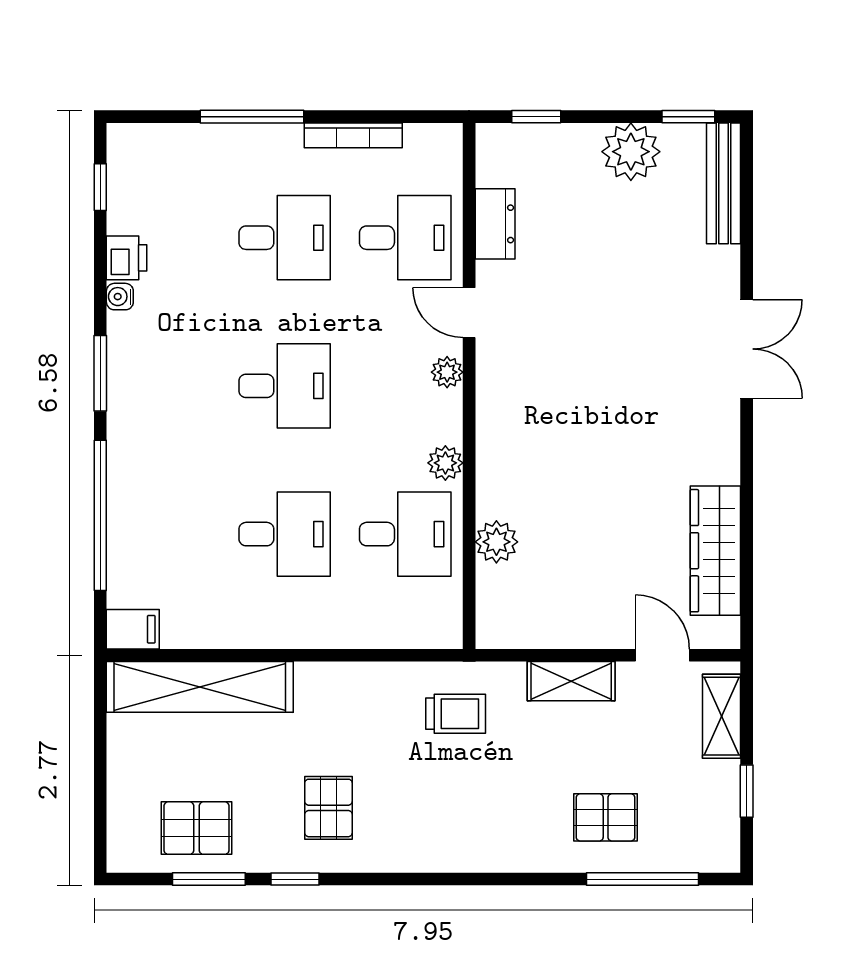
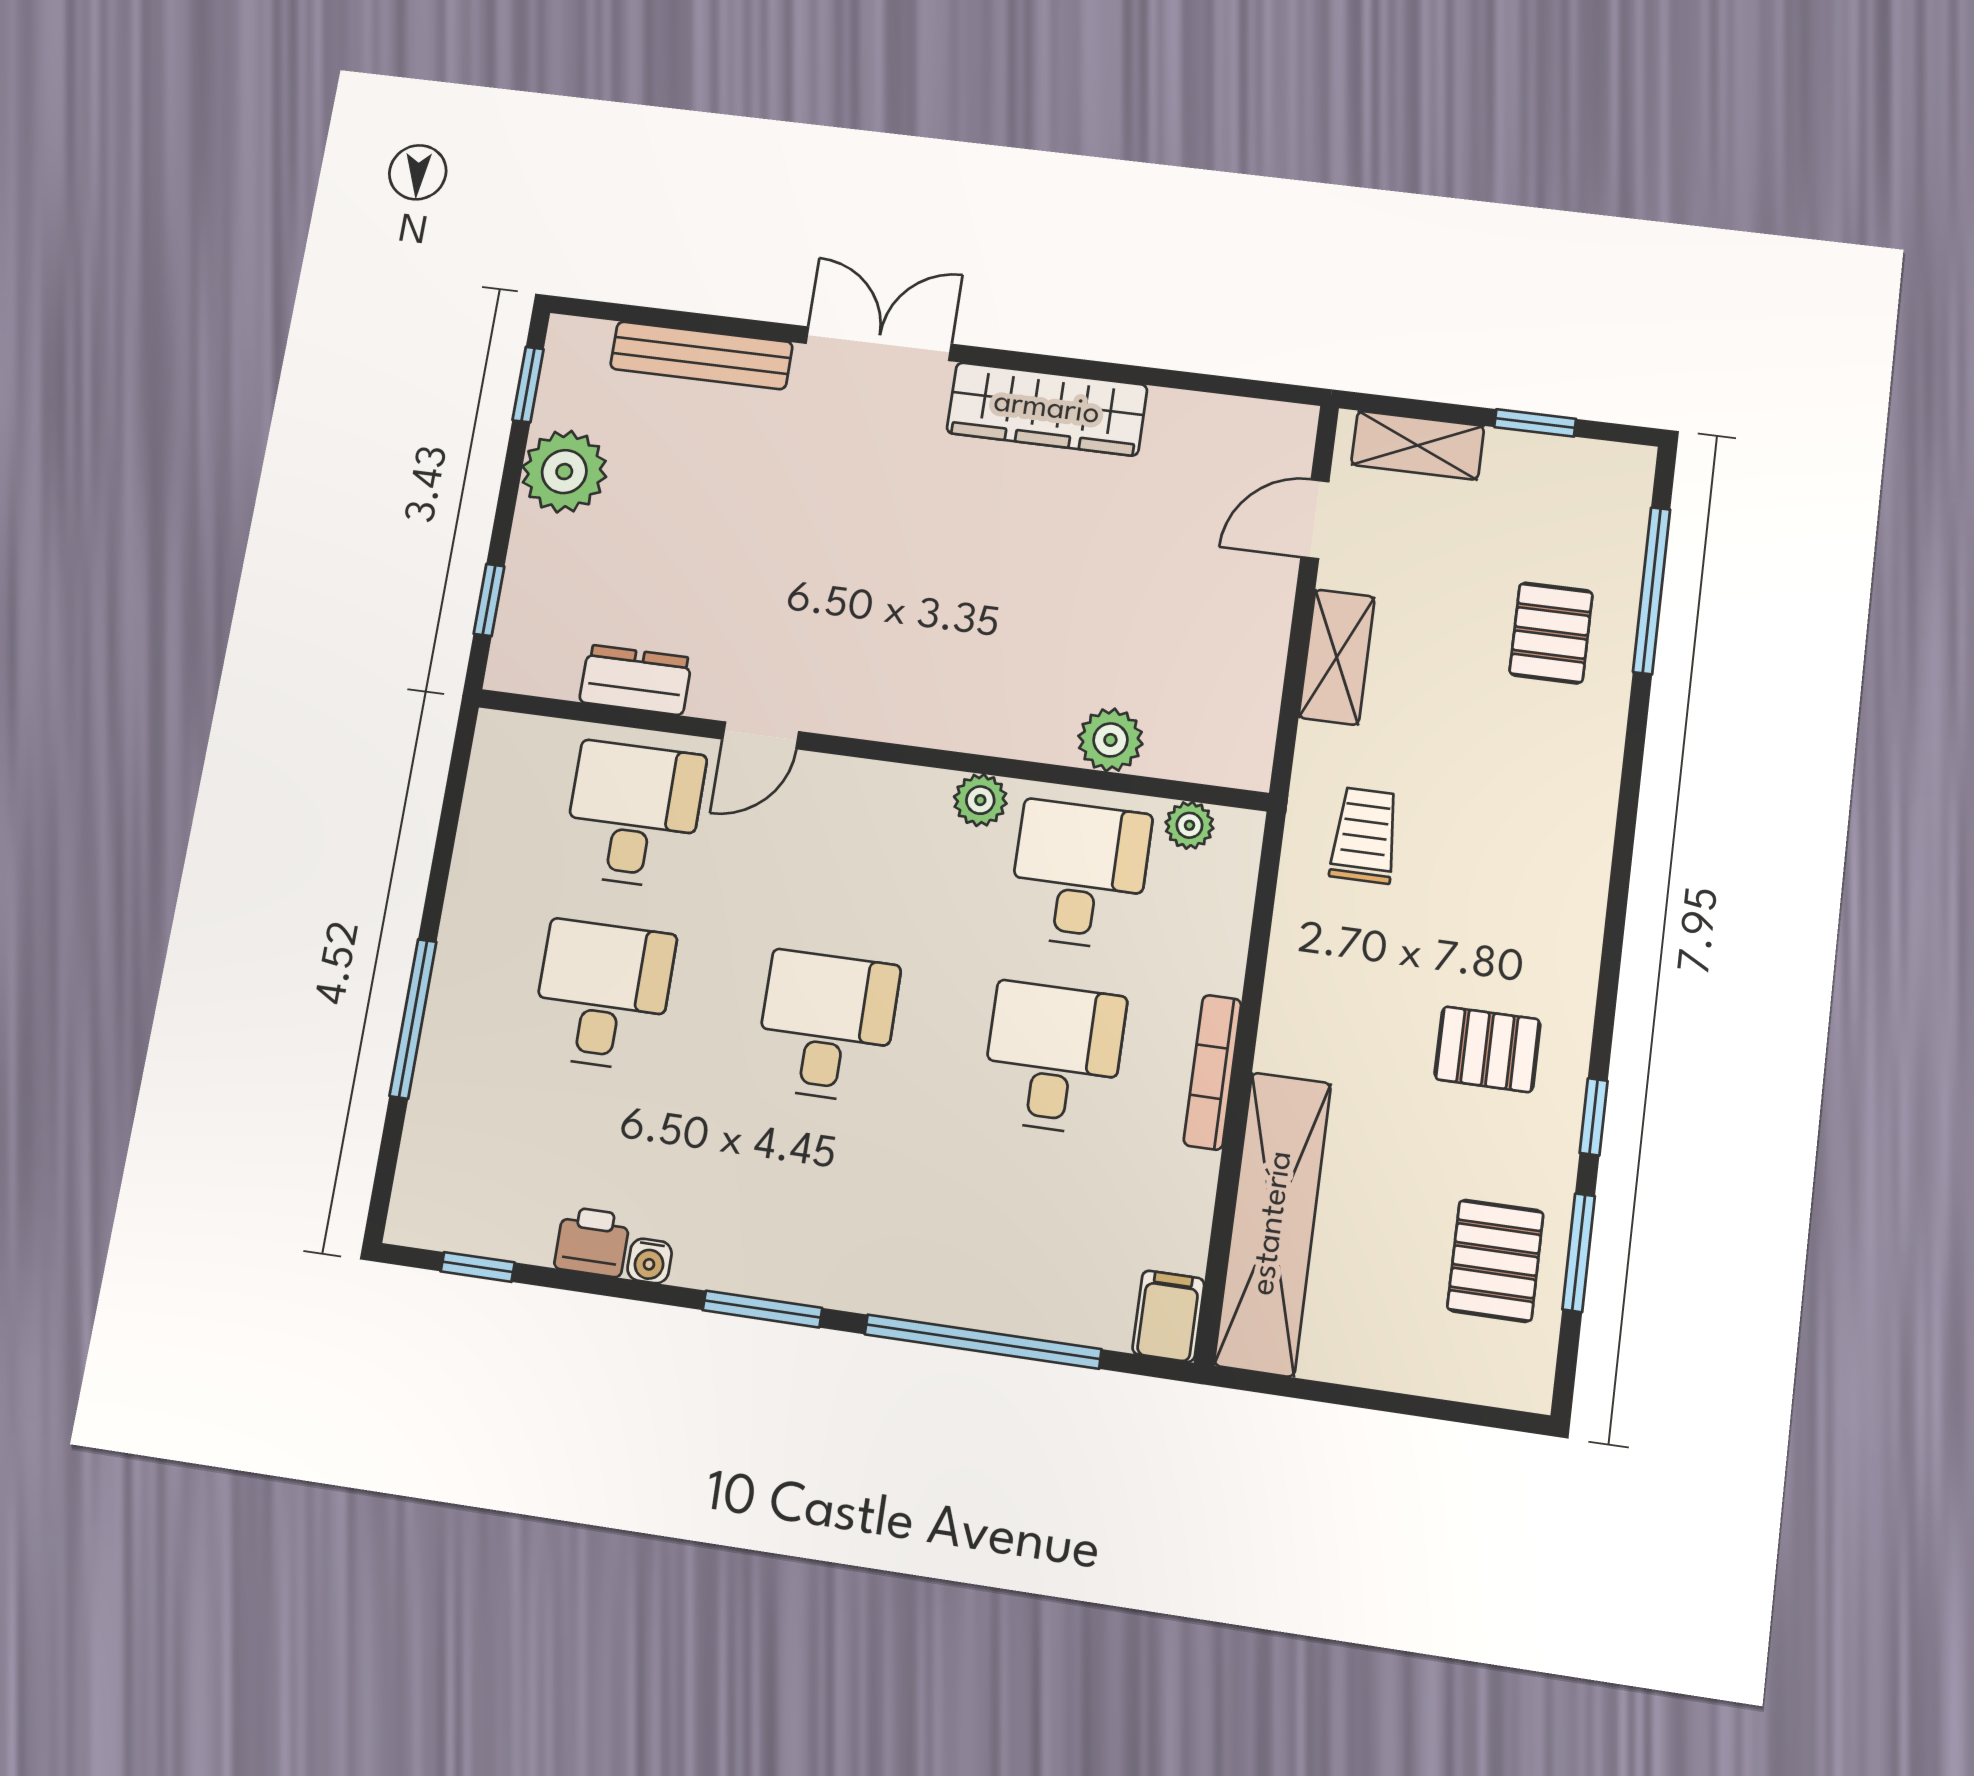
bookcase: (353, 135) -> (1213, 1072), moved, turned 180
bench: (723, 183) -> (701, 355), moved
plant: (447, 372) -> (1189, 825), moved
wardrobe: (715, 551) -> (1047, 409), moved

